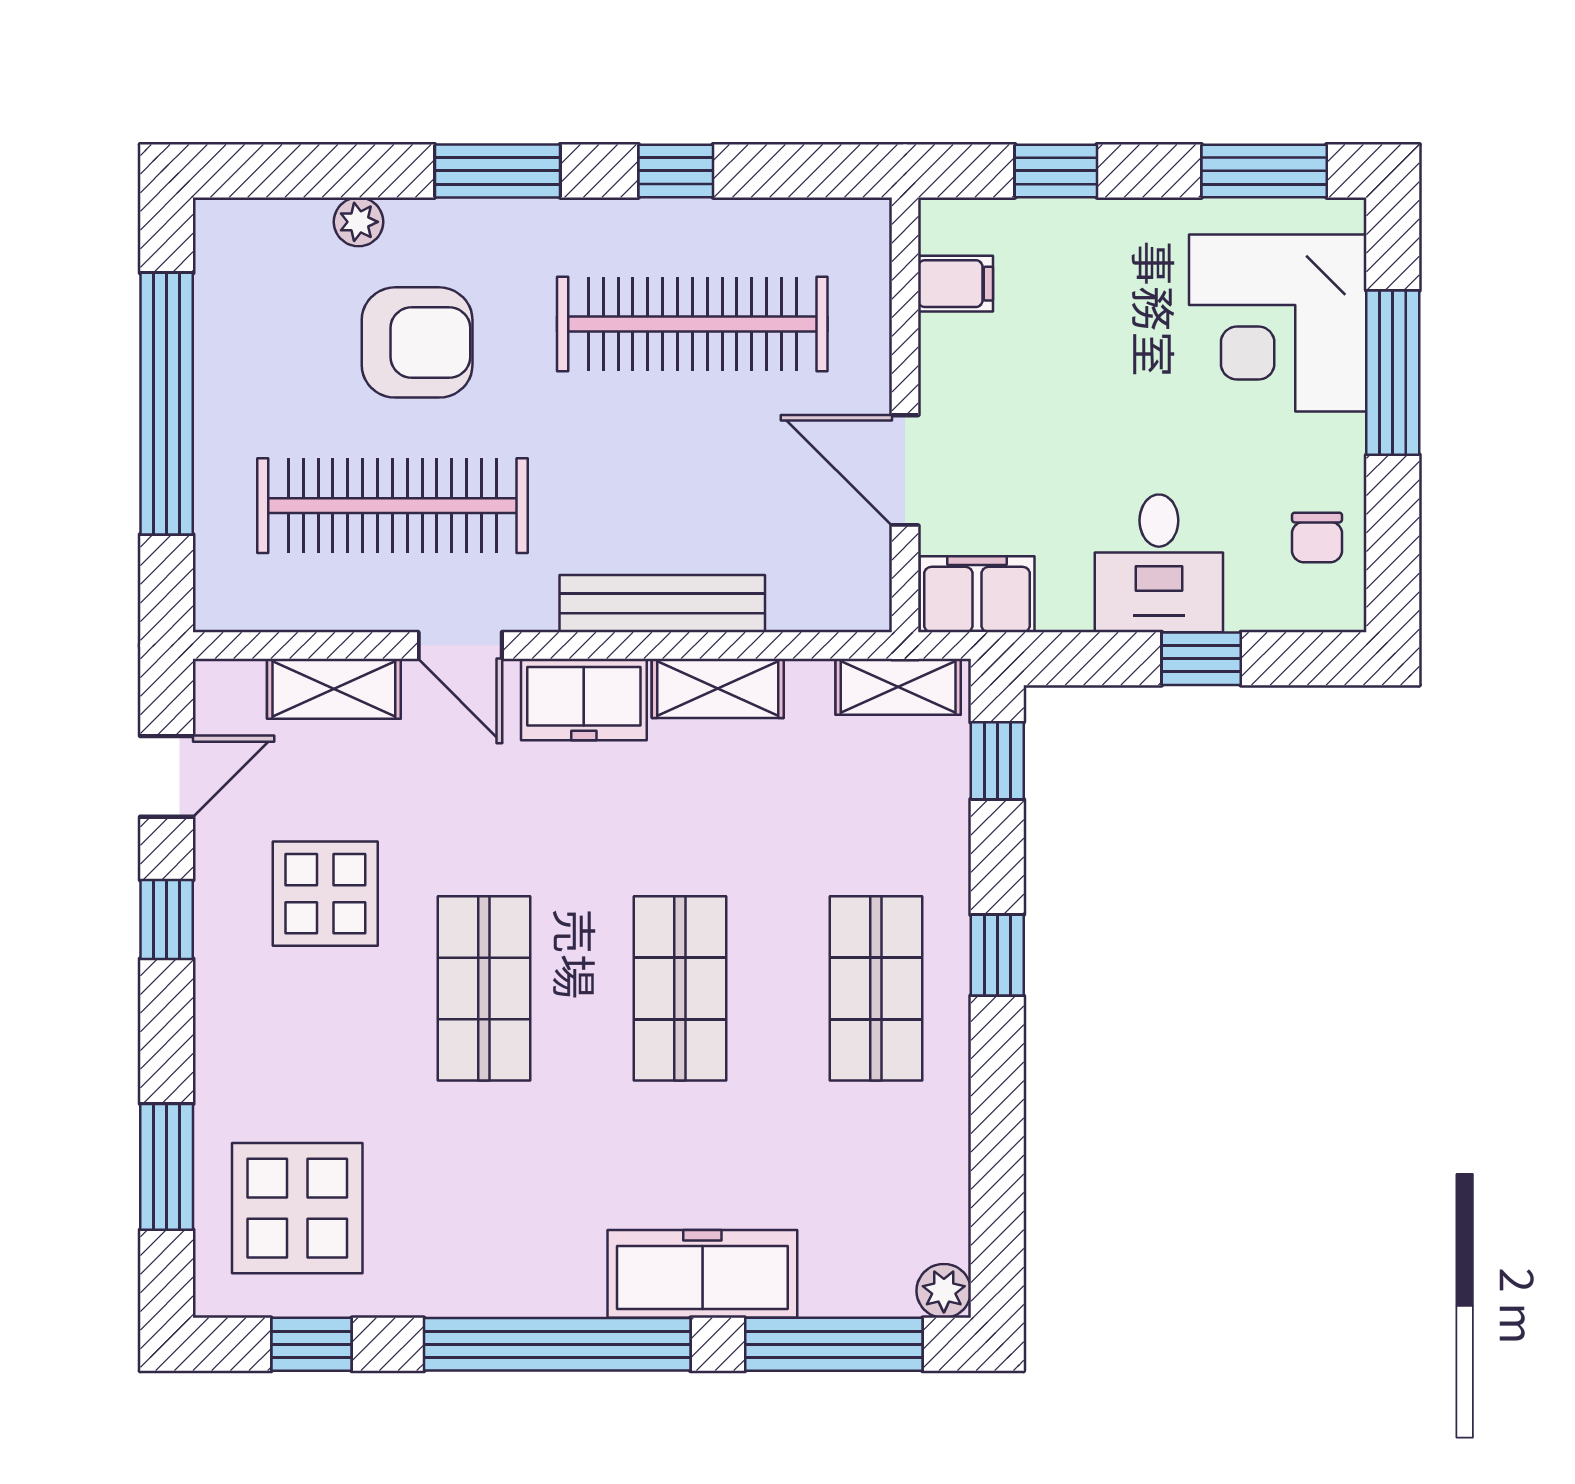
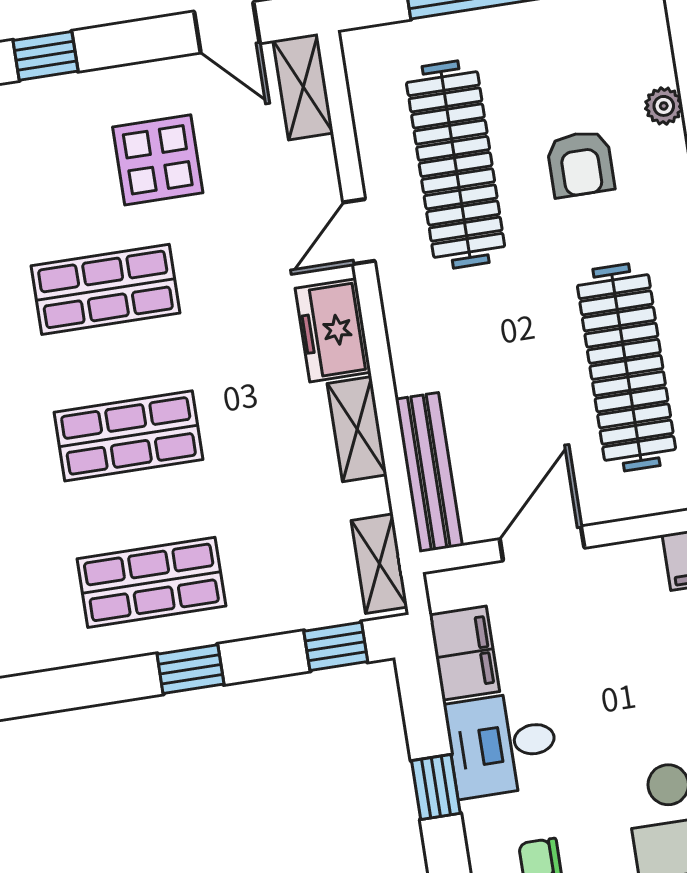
armchair: (417, 342) -> (580, 164), width x0.72, depth x0.72
filing cabinet: (977, 594) -> (464, 653), moved
bench: (662, 604) -> (429, 472), moved
shelving: (334, 689) -> (303, 87), moved
window: (167, 919) -> (45, 56), moved

